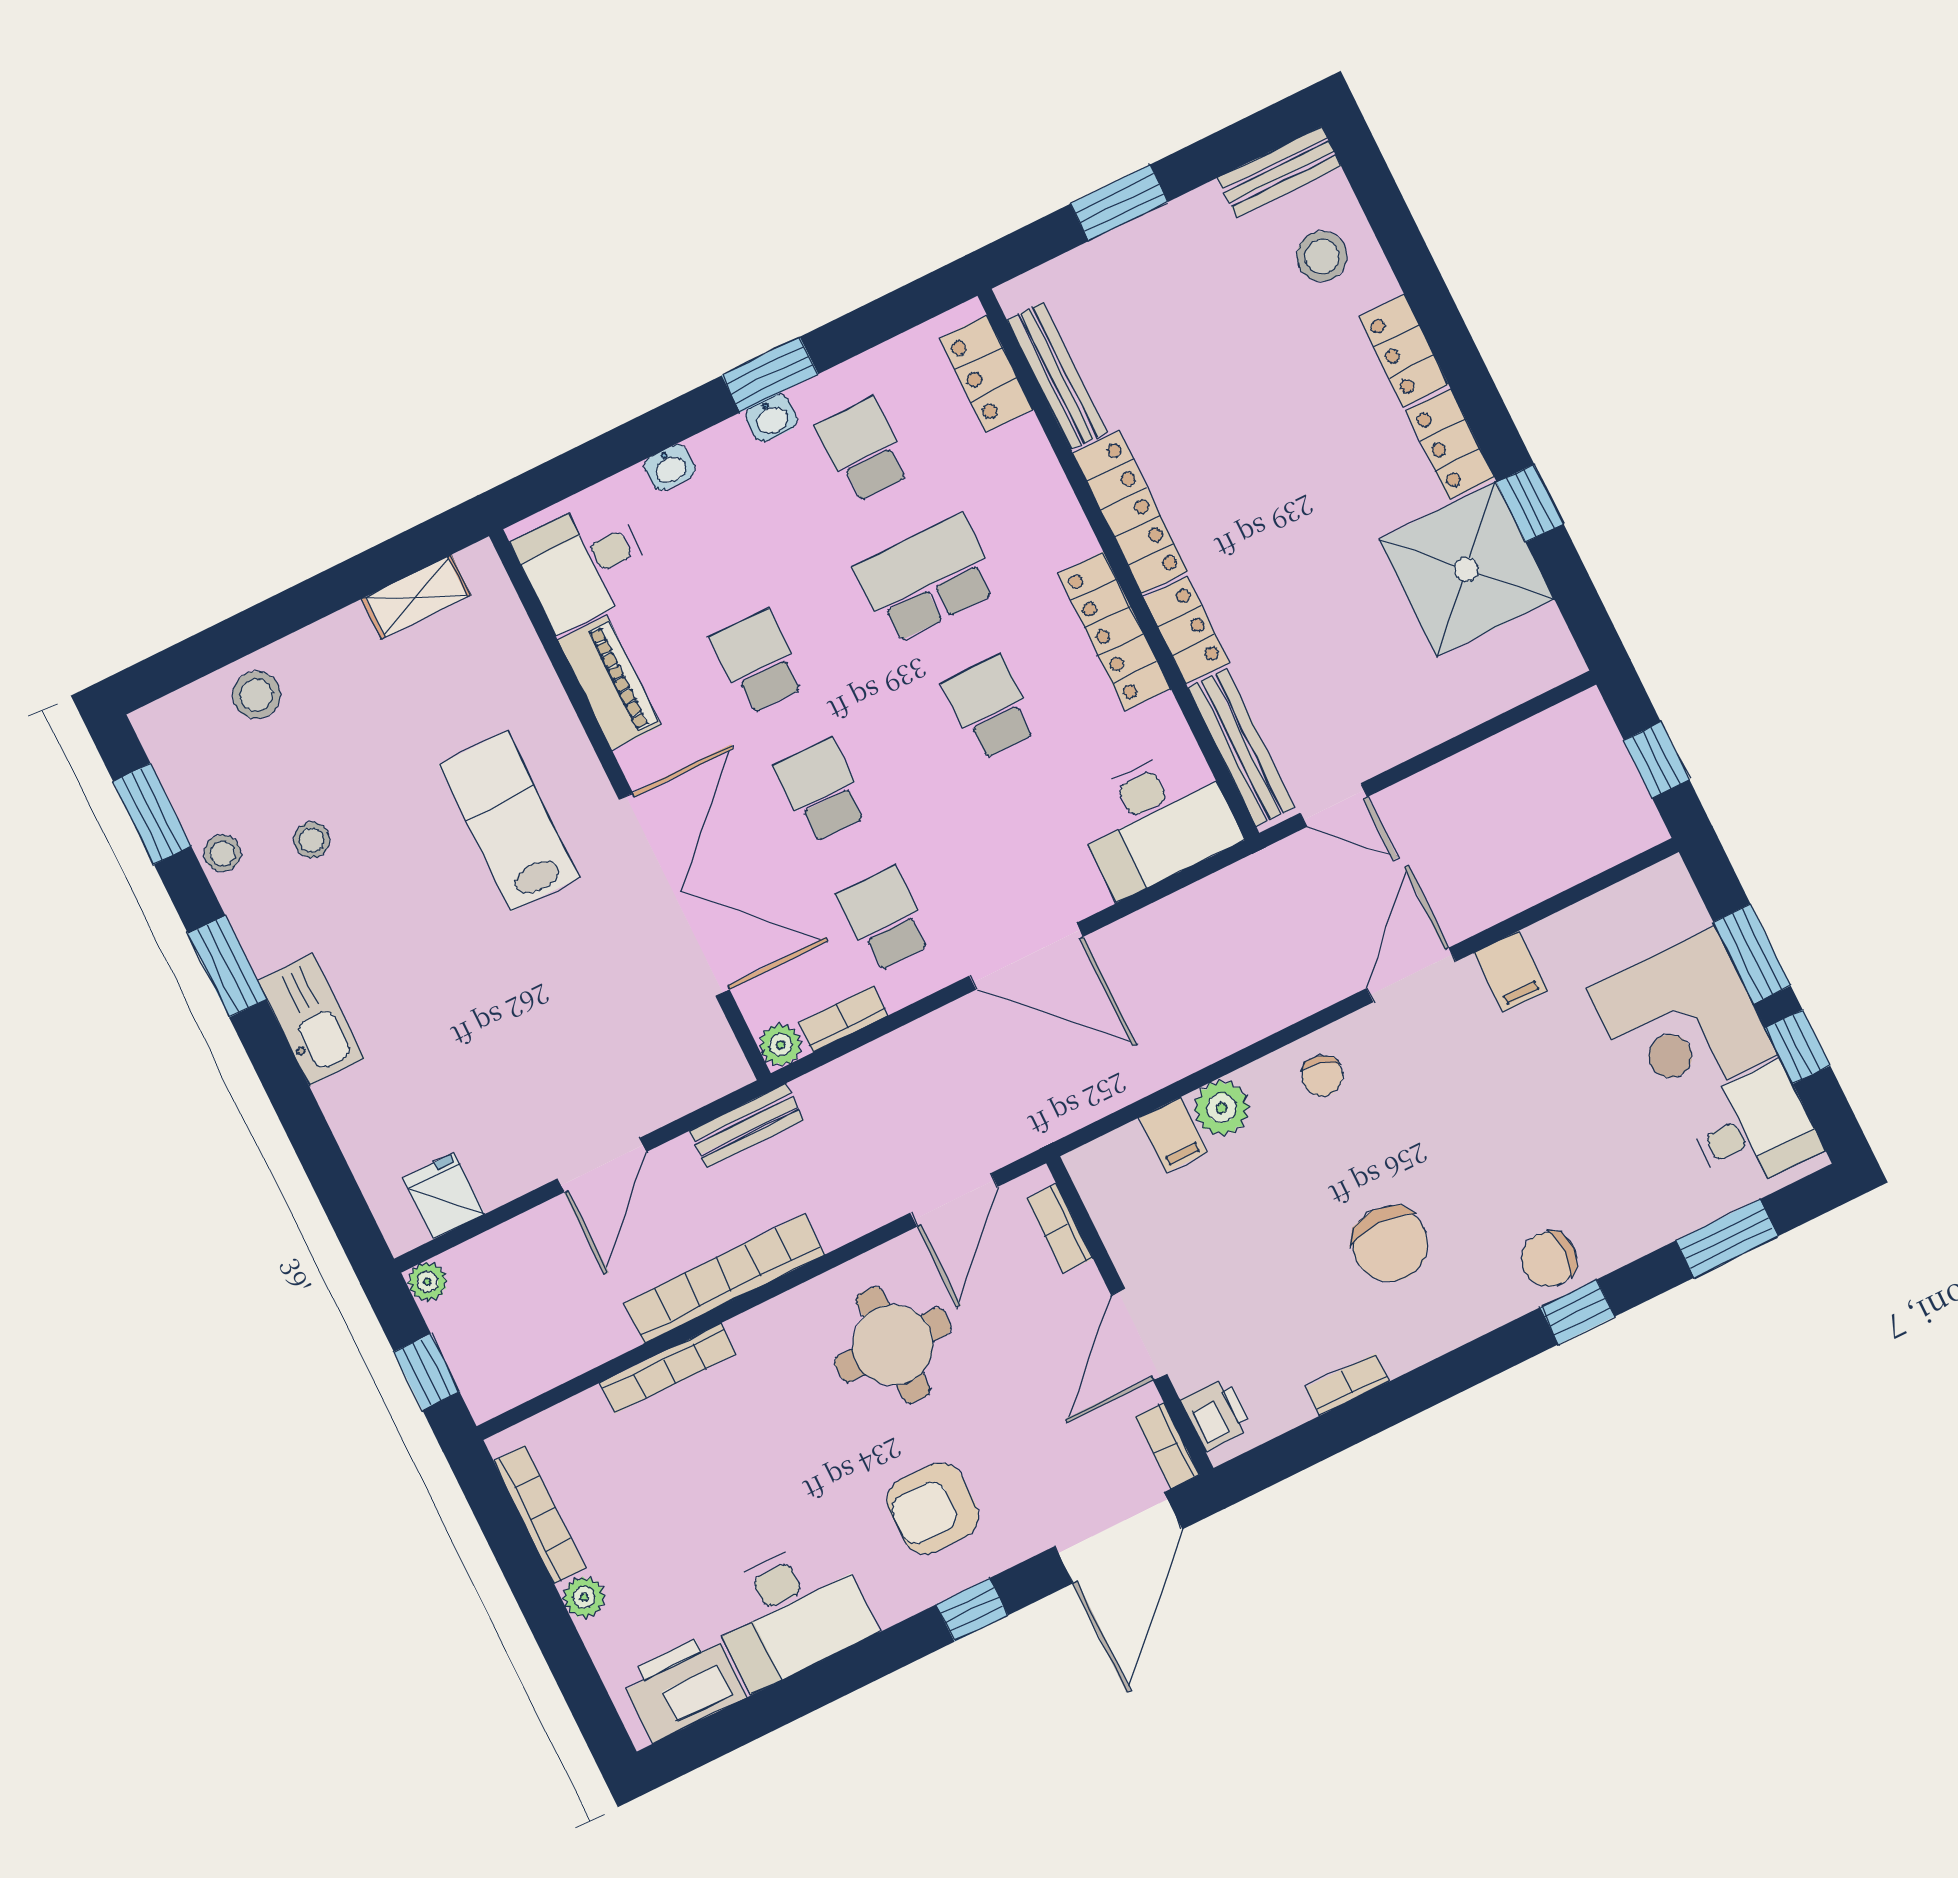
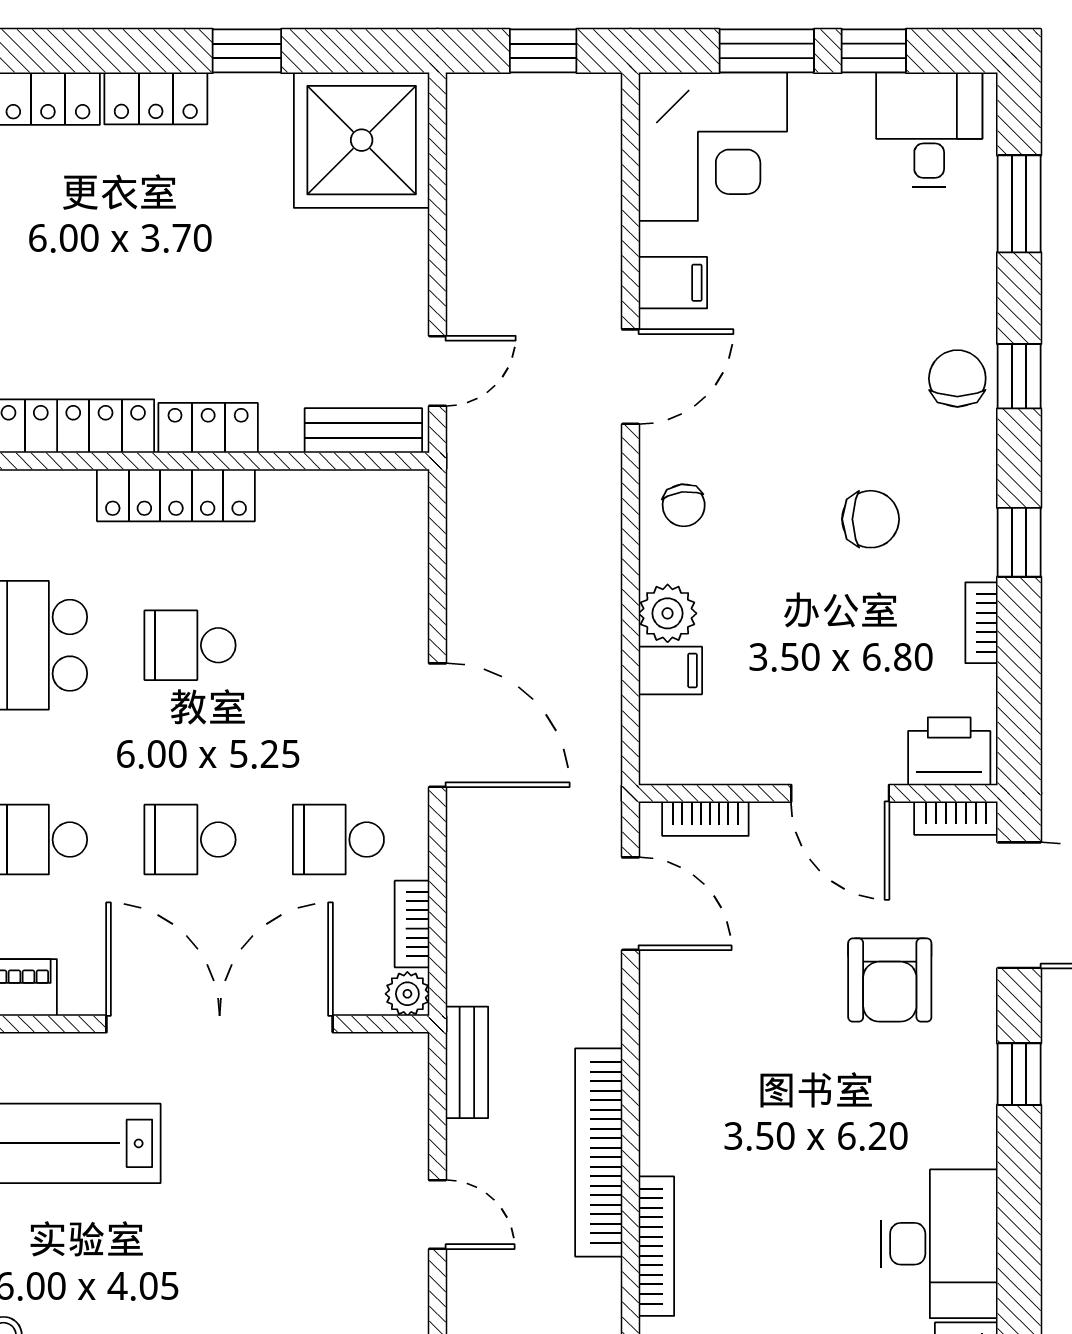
shower: (1467, 569) -> (362, 140), moved
bench: (1241, 748) -> (363, 431), width x0.73
desk: (1156, 821) -> (371, 543), removed
door: (1026, 956) -> (437, 725), hinge flipped
door: (1411, 975) -> (630, 377), swing flipped
corner desk: (1682, 1021) -> (713, 147), moved
chair: (1322, 1076) -> (684, 505), turned 66
door: (602, 1165) -> (437, 1214), width x0.73
chair: (1390, 1244) -> (871, 519), width x0.73, depth x0.73
chair: (1549, 1259) -> (957, 378), turned 180
round table: (893, 1345) -> (737, 1026), removed
window: (1433, 1383) -> (1019, 542), added
printer: (1216, 1414) -> (949, 751), width x1.36, depth x1.24
armchair: (933, 1508) -> (890, 980), moved

